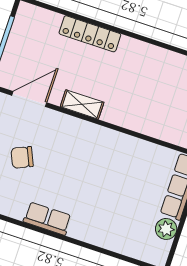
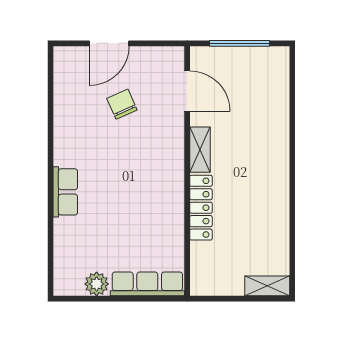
locker: (90, 34) -> (201, 208), moved, turned 180
row of seats: (47, 219) -> (65, 192), moved

